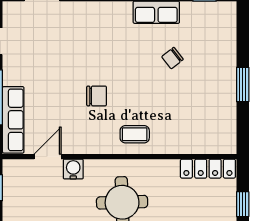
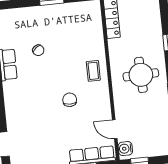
water cooler: (73, 169) -> (125, 149), moved

